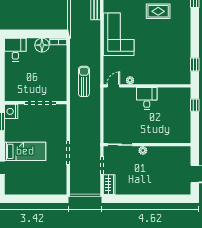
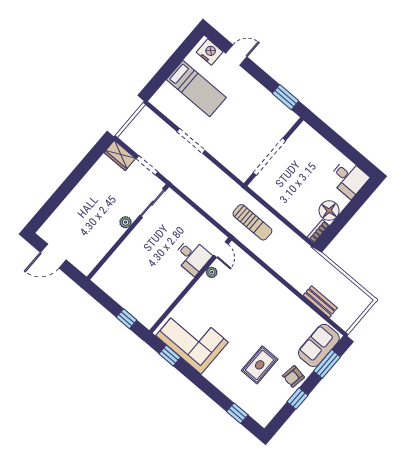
corner sofa: (119, 34) -> (192, 339), moved, turned 180
desk: (147, 98) -> (192, 256), moved
nightstand: (11, 111) -> (210, 52), moved
bed: (25, 151) -> (196, 88), moved, turned -90

